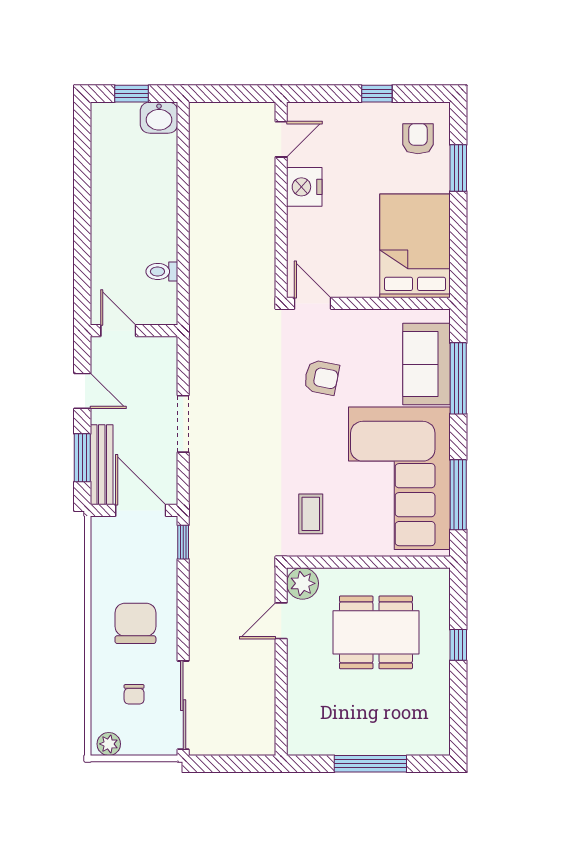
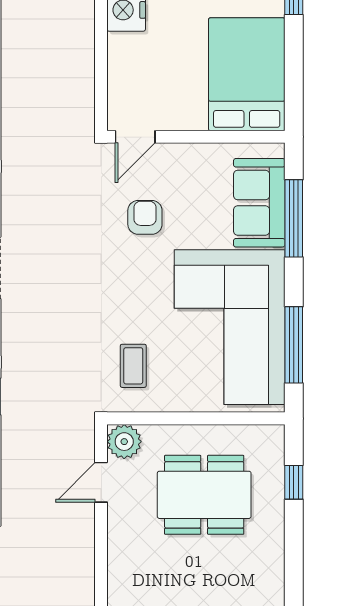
door: (313, 303) -> (135, 137), swing flipped
armchair: (322, 377) -> (145, 217), turned -101
window: (458, 645) -> (294, 482), moved

